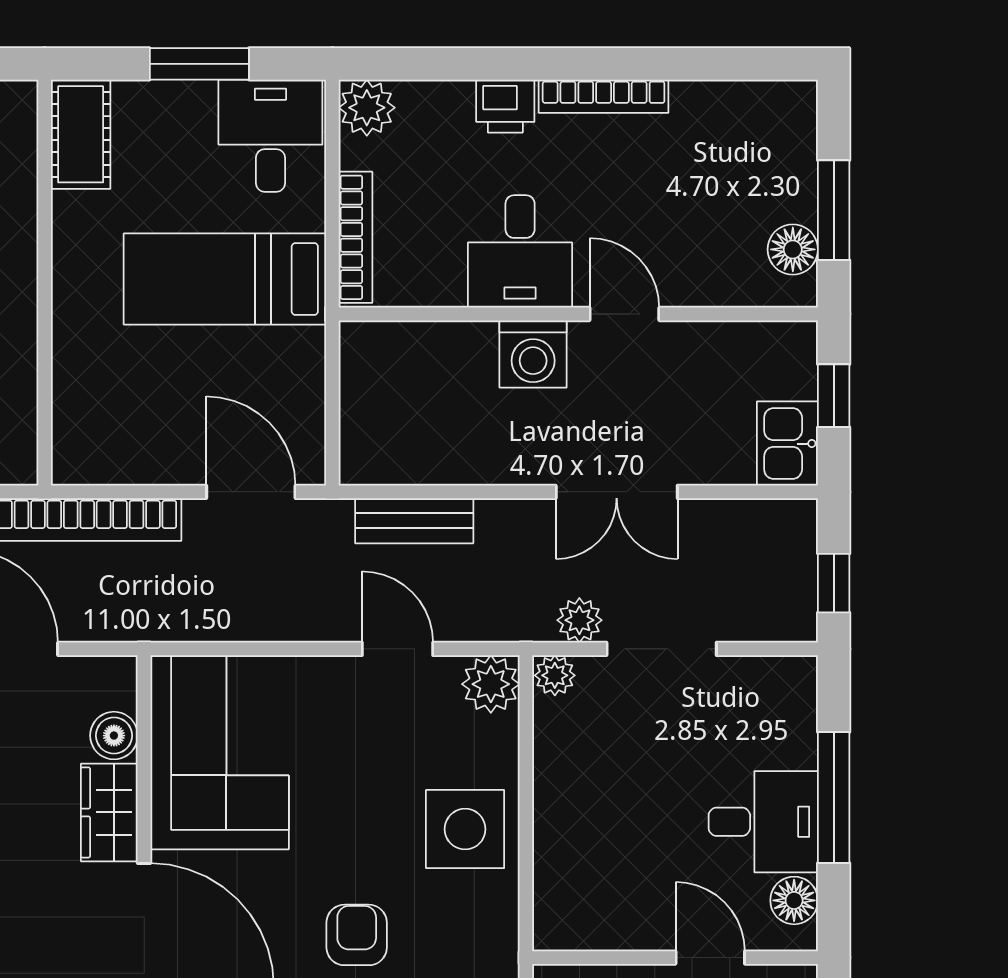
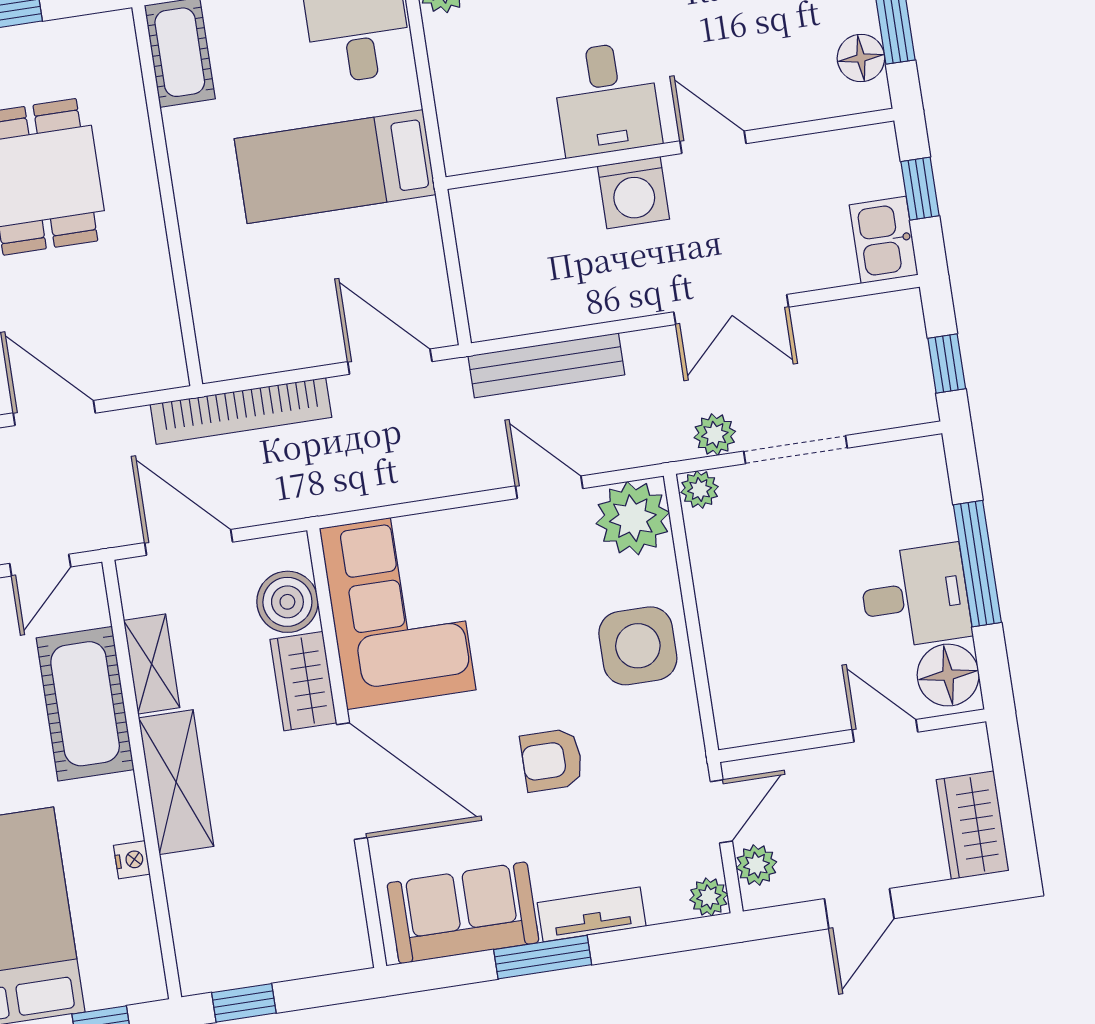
bookcase: (355, 237) -> (451, 109), removed
bench: (414, 521) -> (546, 365), width x1.36
plant: (491, 684) -> (633, 518), width x1.36, depth x1.36
boiler: (114, 736) -> (287, 602), width x1.36, depth x1.36
floor lamp: (794, 900) -> (948, 675), width x1.38, depth x1.38
armchair: (357, 935) -> (552, 760), turned -90

